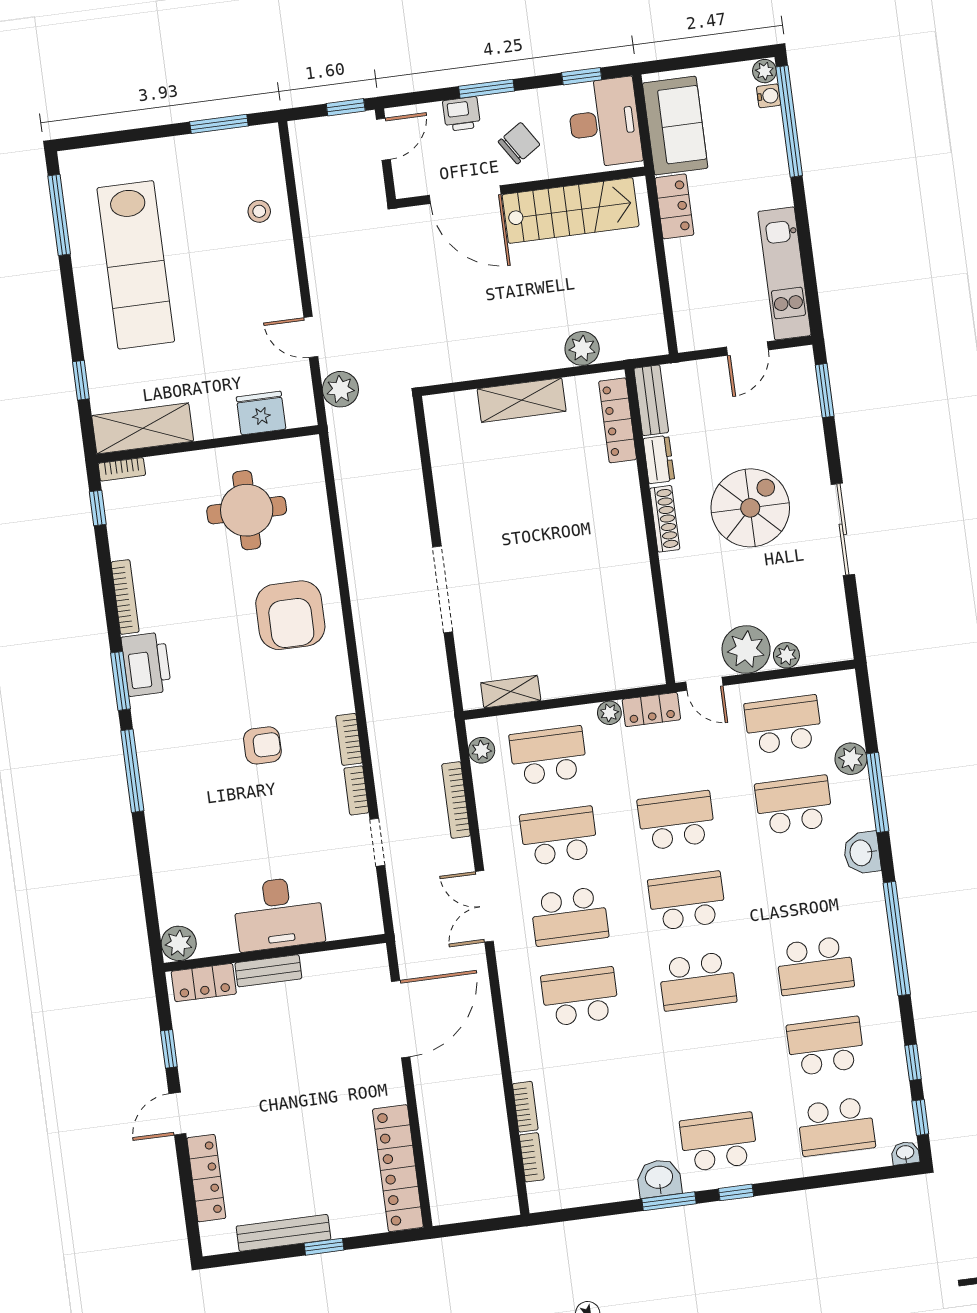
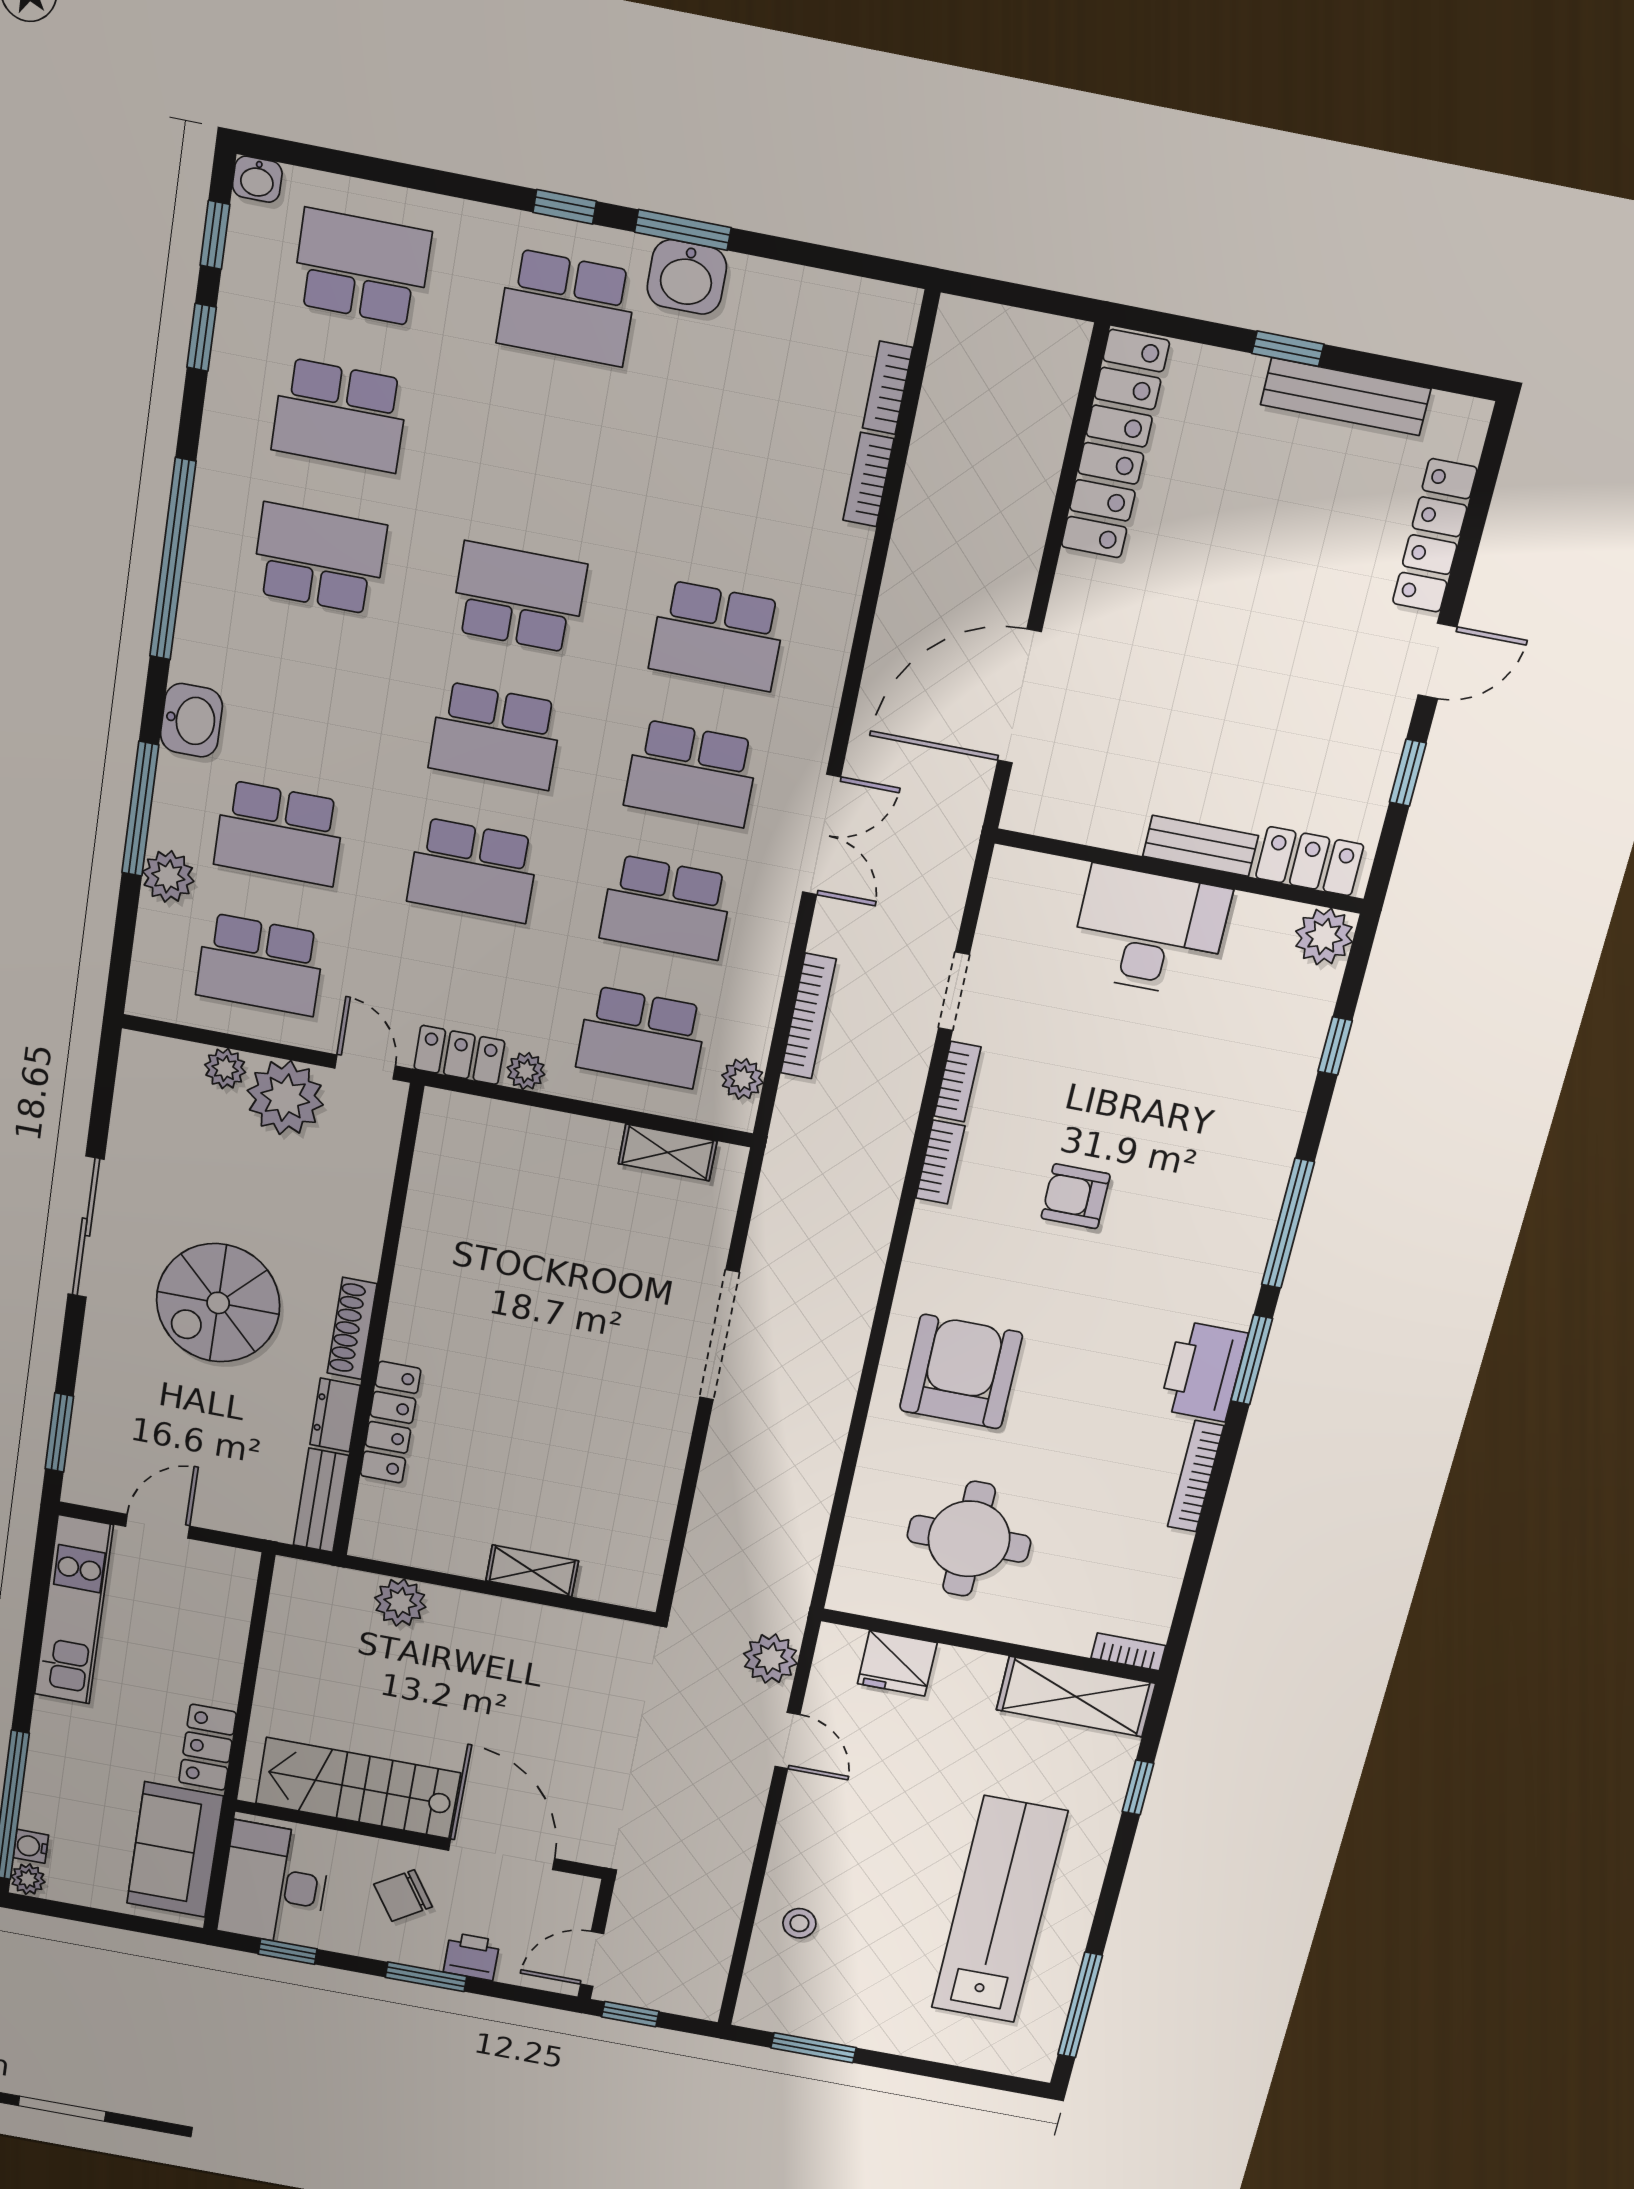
shelving: (522, 400) -> (532, 1571), width x0.67, depth x0.75
locker: (618, 420) -> (390, 1422), moved
window: (98, 508) -> (1335, 1046), moved
school desk: (569, 916) -> (692, 773), turned 180

